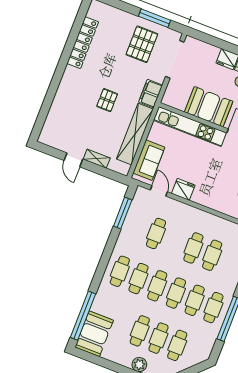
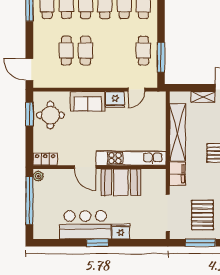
sofa: (149, 160) -> (88, 101), moved, turned -90
door: (159, 191) -> (136, 90), hinge flipped
cafe table: (156, 233) -> (143, 51), moved

